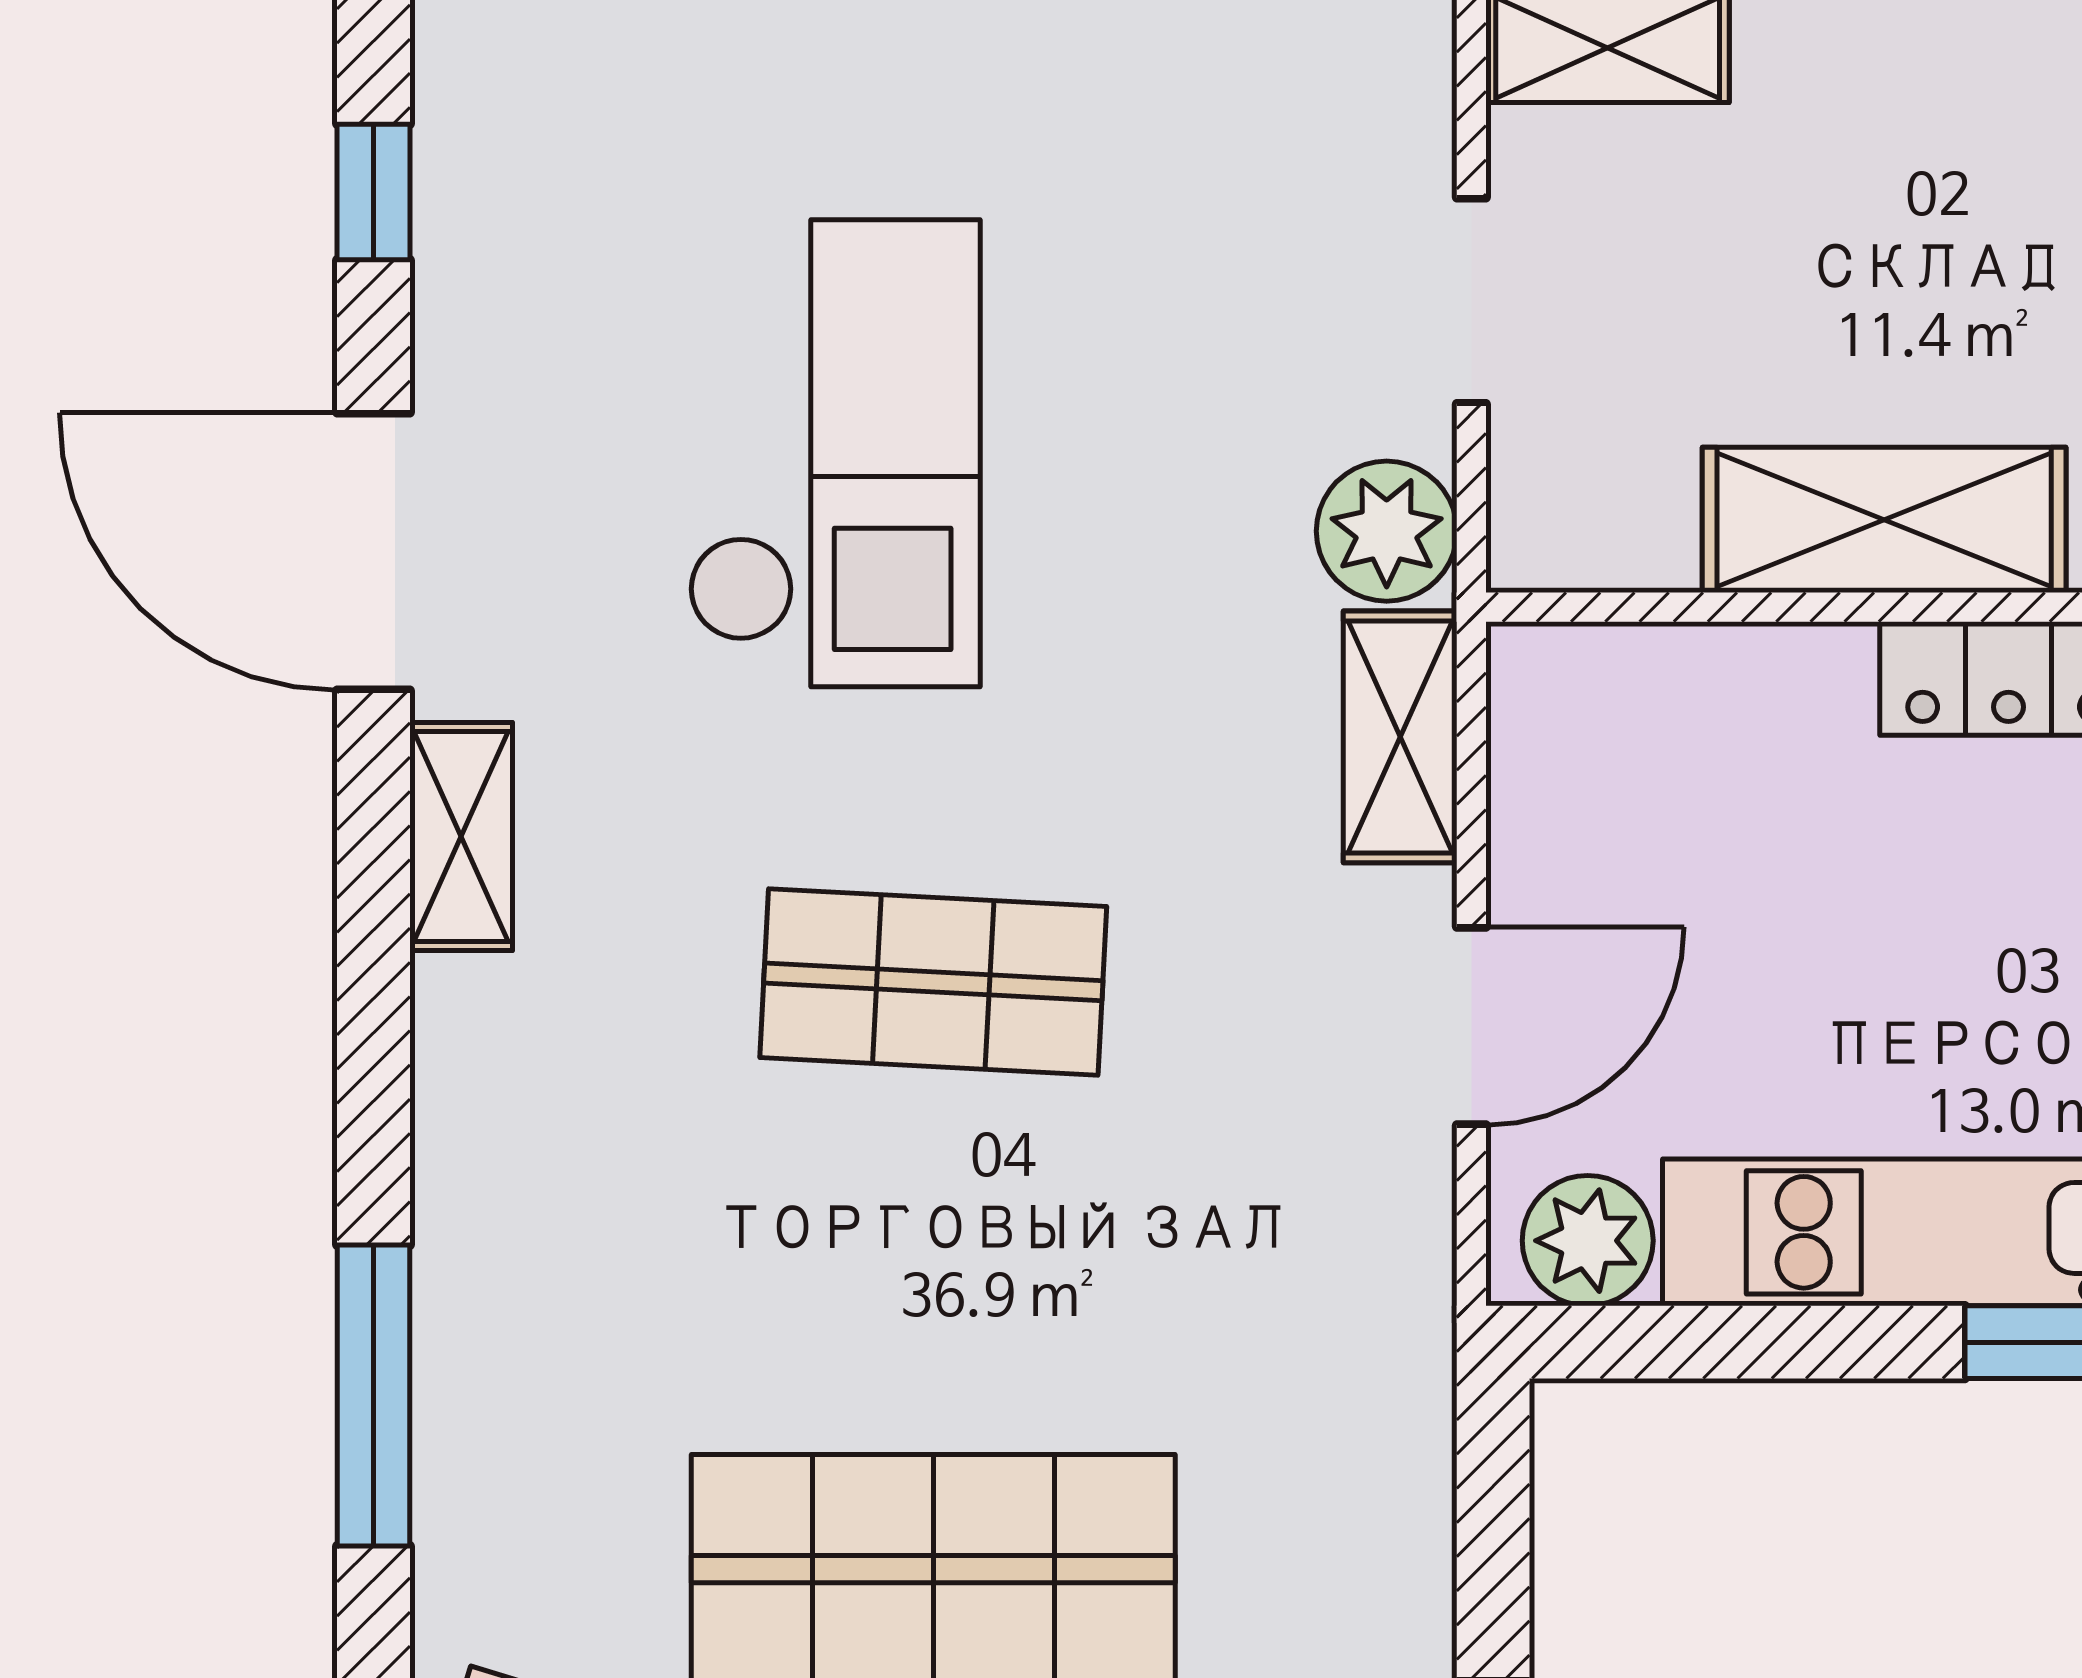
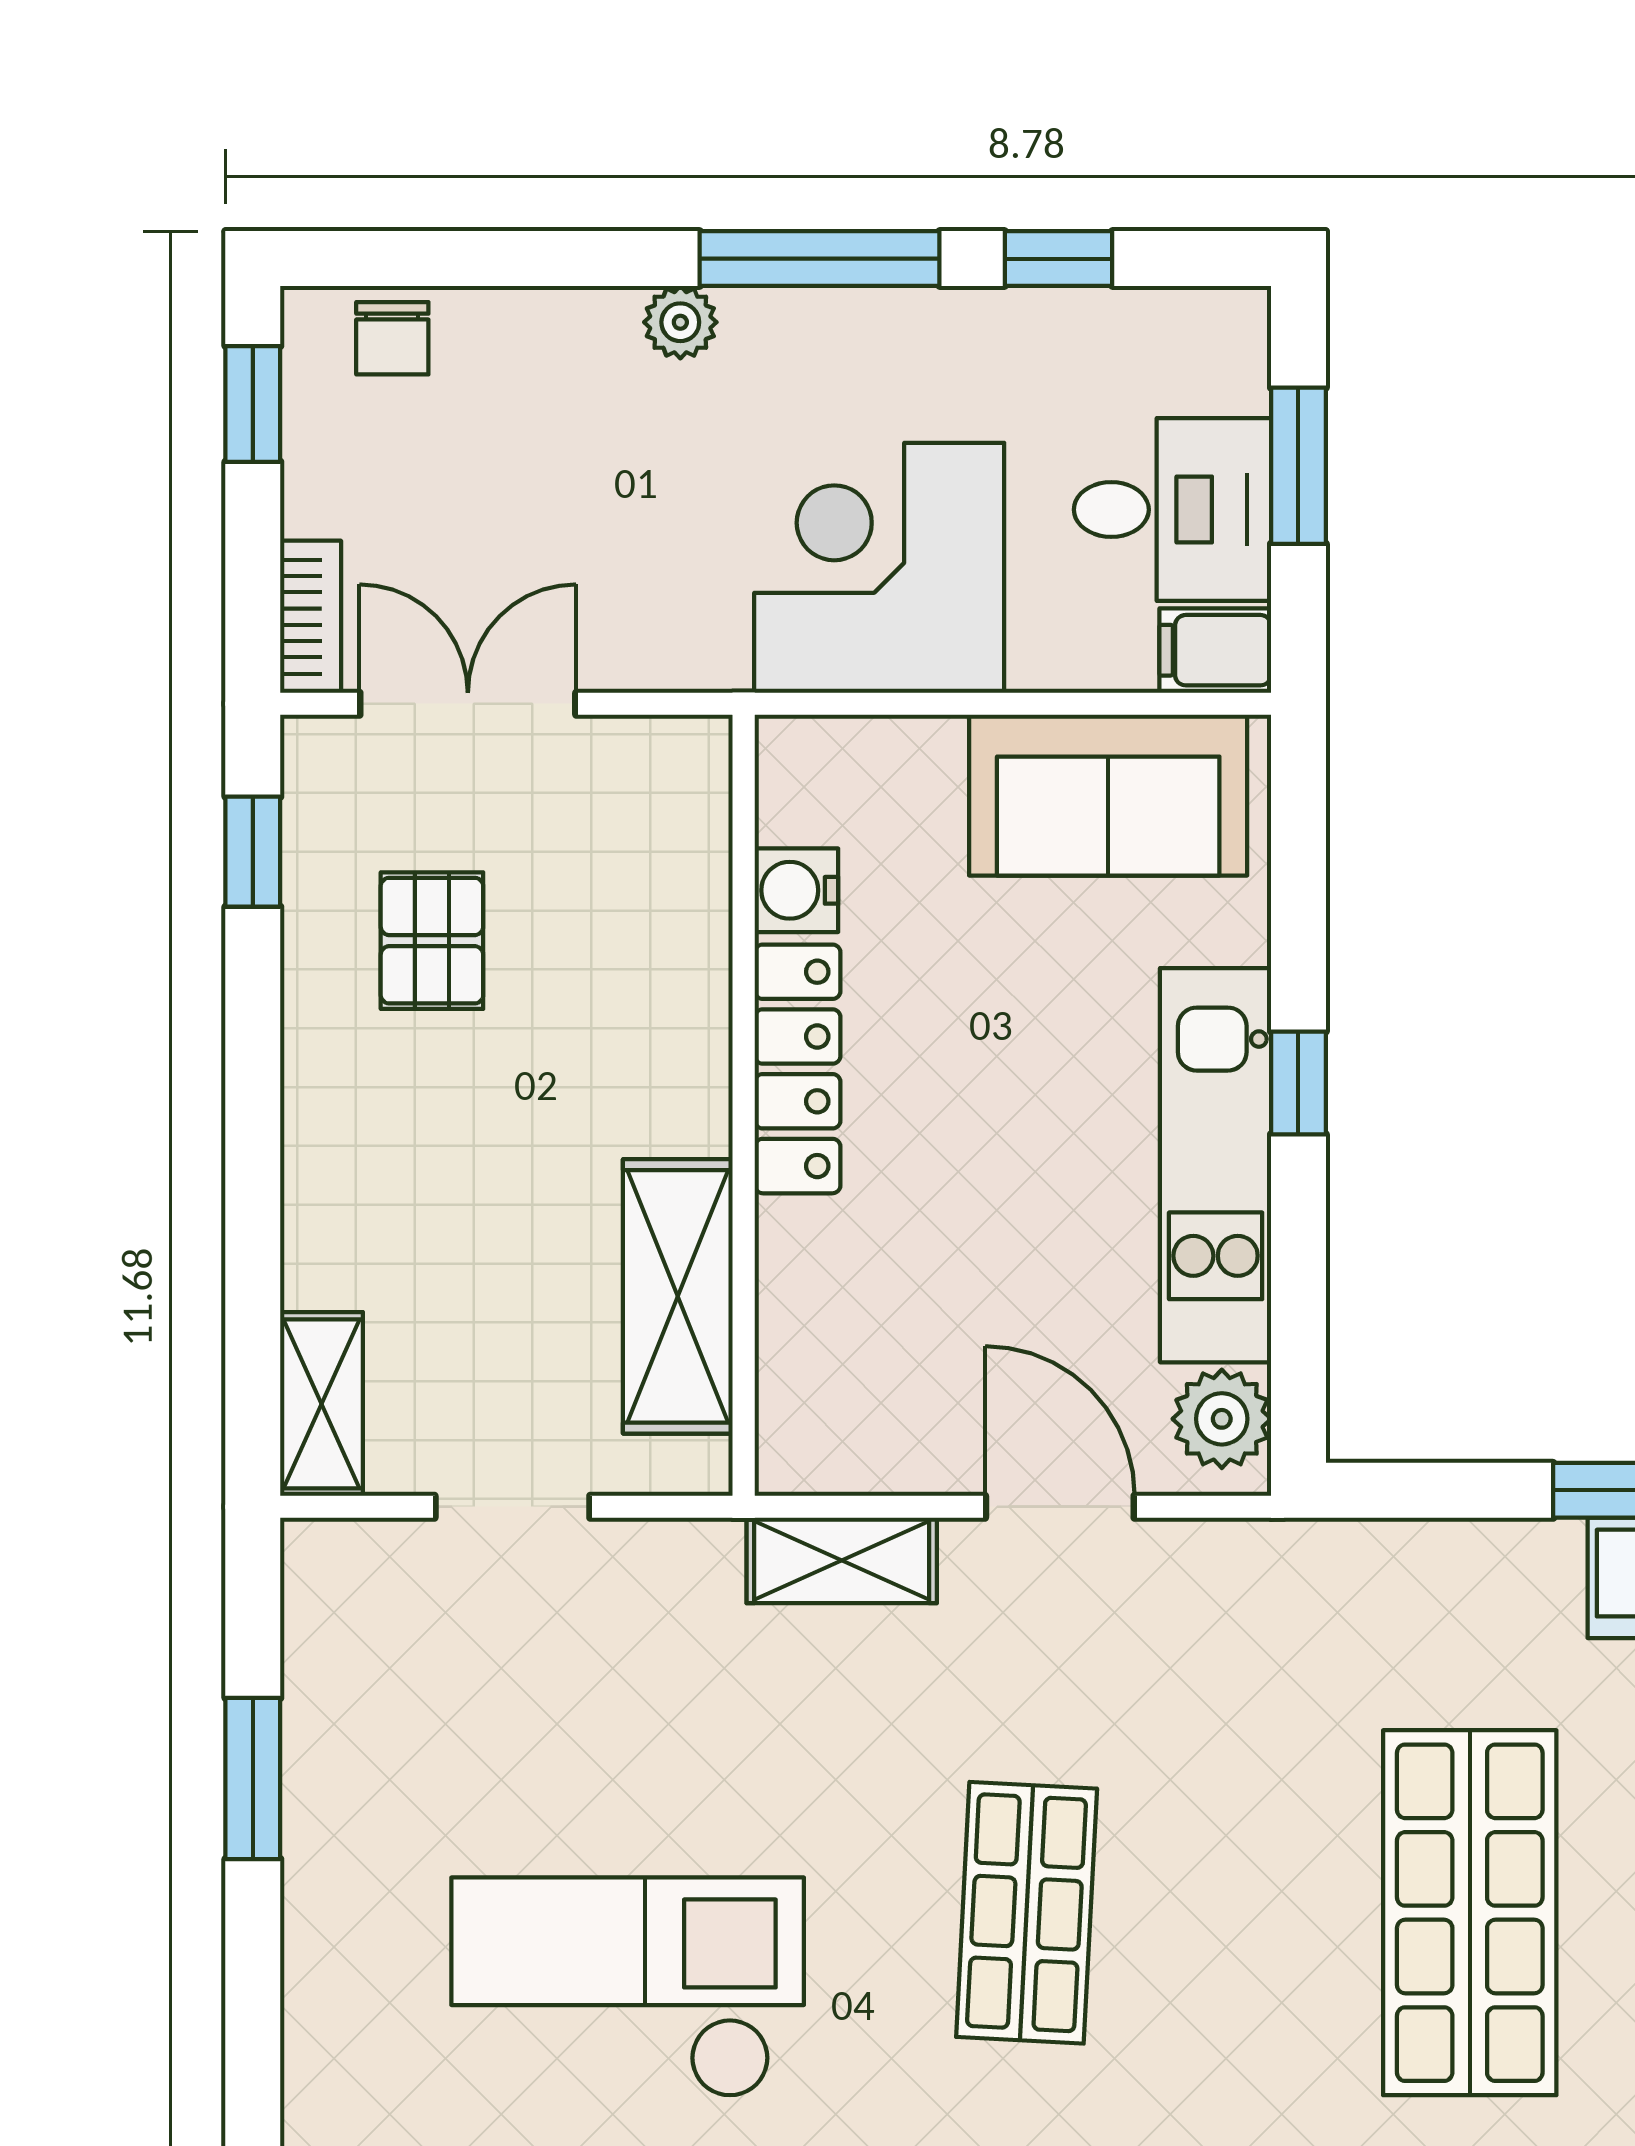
shelving: (1884, 520) -> (678, 1296), moved
plant: (1387, 531) -> (686, 1571), removed

